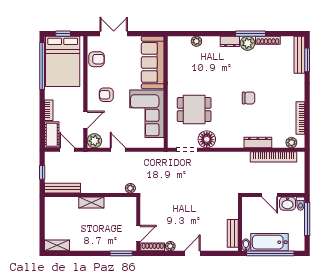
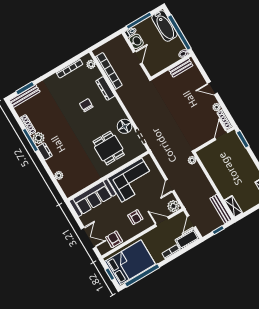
double door: (114, 34) -> (88, 238), swing flipped
chair: (249, 98) -> (86, 105), moved
shelving: (91, 203) -> (233, 207), moved
door: (138, 234) -> (221, 135), hinge flipped
bathtub: (270, 242) -> (165, 26), moved

